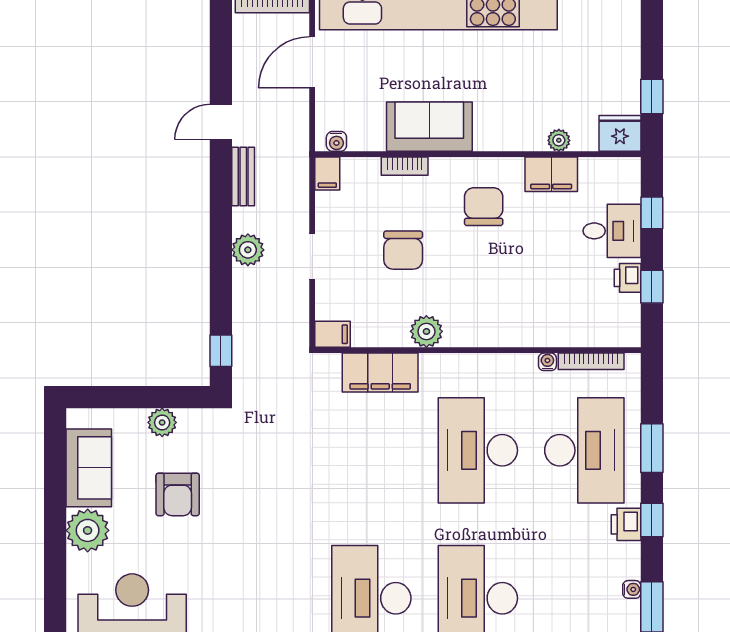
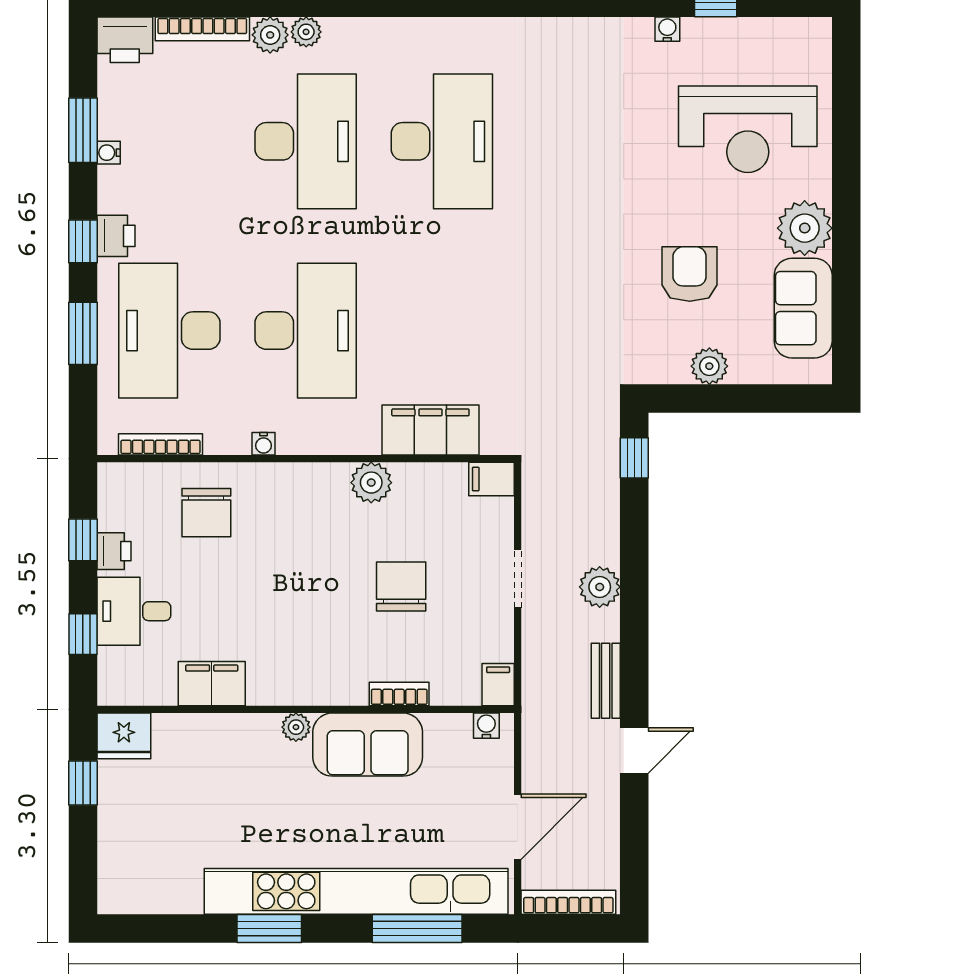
plant: (559, 140) -> (296, 727), moved
chair: (484, 207) -> (206, 513), moved
water cooler: (547, 362) -> (263, 444), moved

